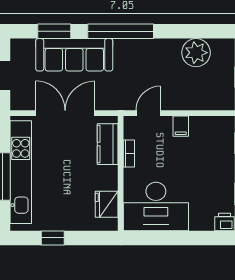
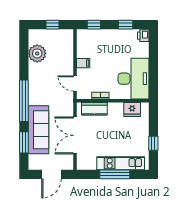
kitchen unit: (21, 172) -> (121, 163), width x0.73

